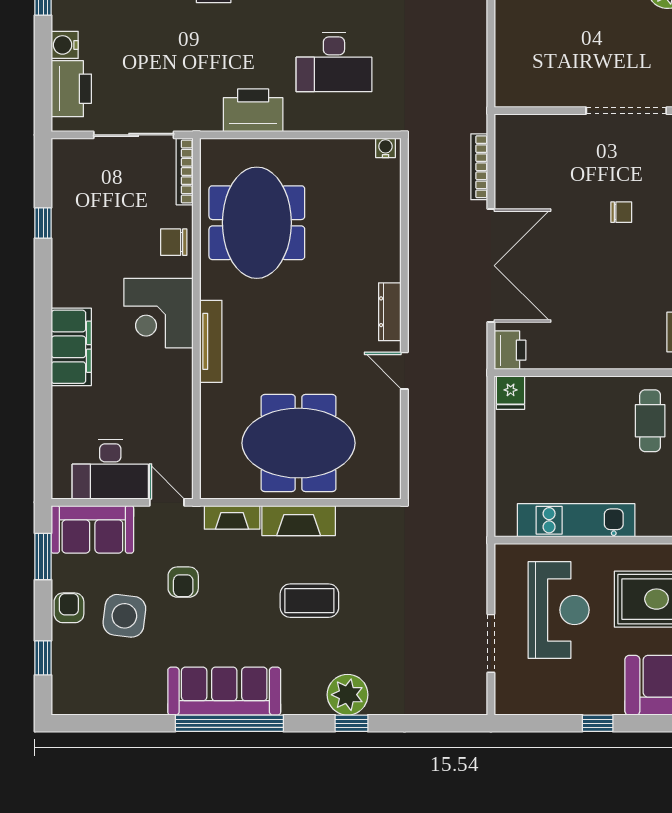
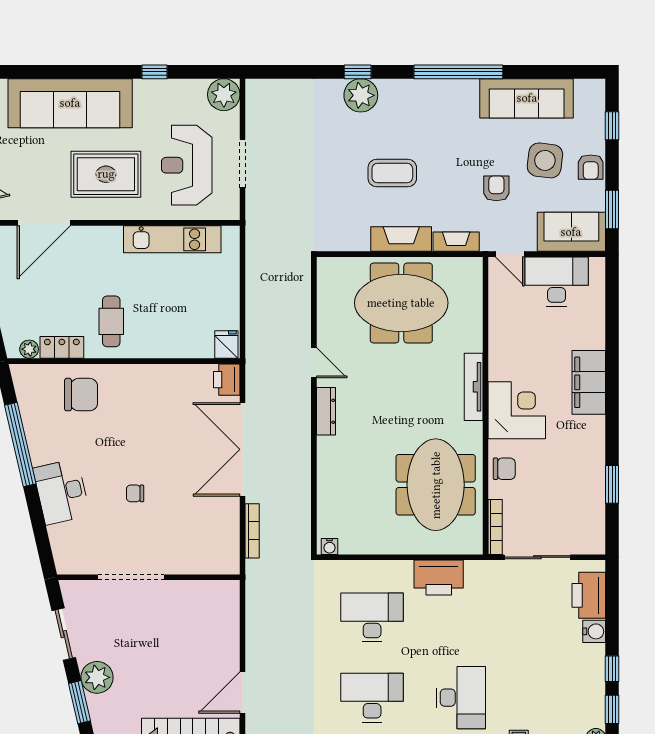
window: (43, 223) -> (612, 484), width x1.50
doorway: (491, 643) -> (243, 164), moved
sofa: (224, 691) -> (527, 98), moved
plant: (514, 696) -> (224, 95), added

